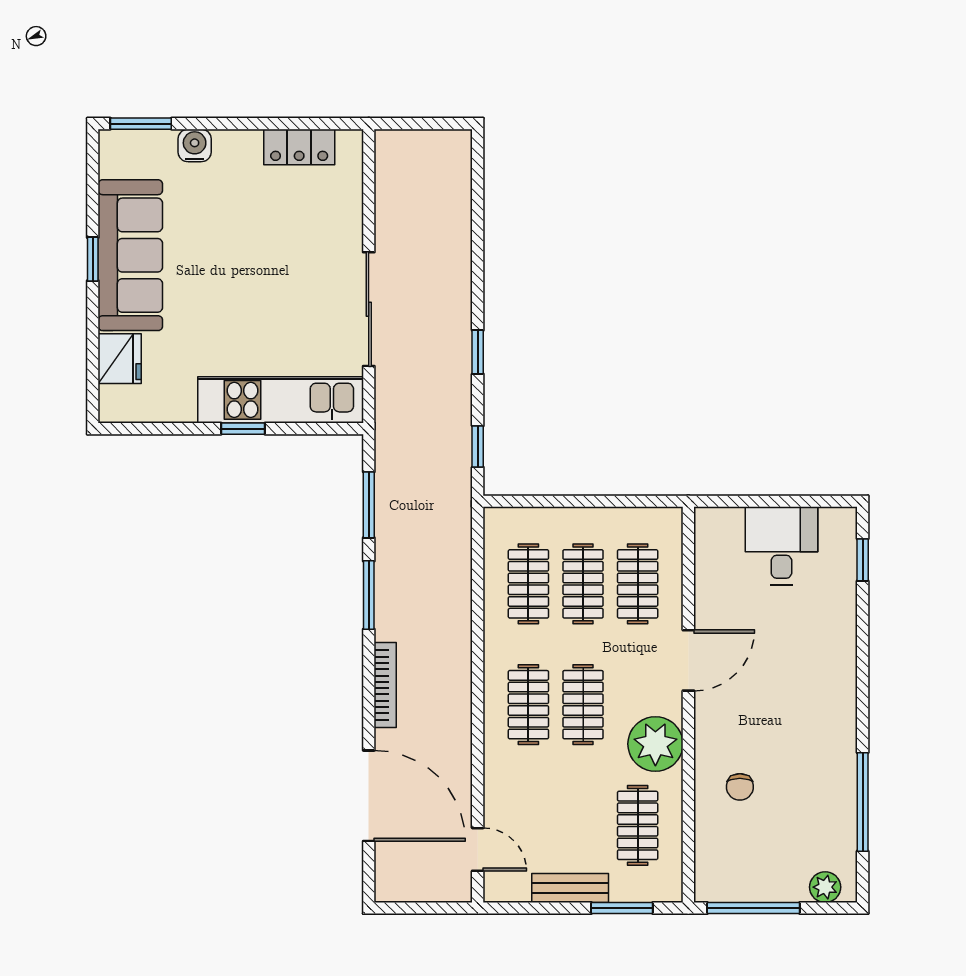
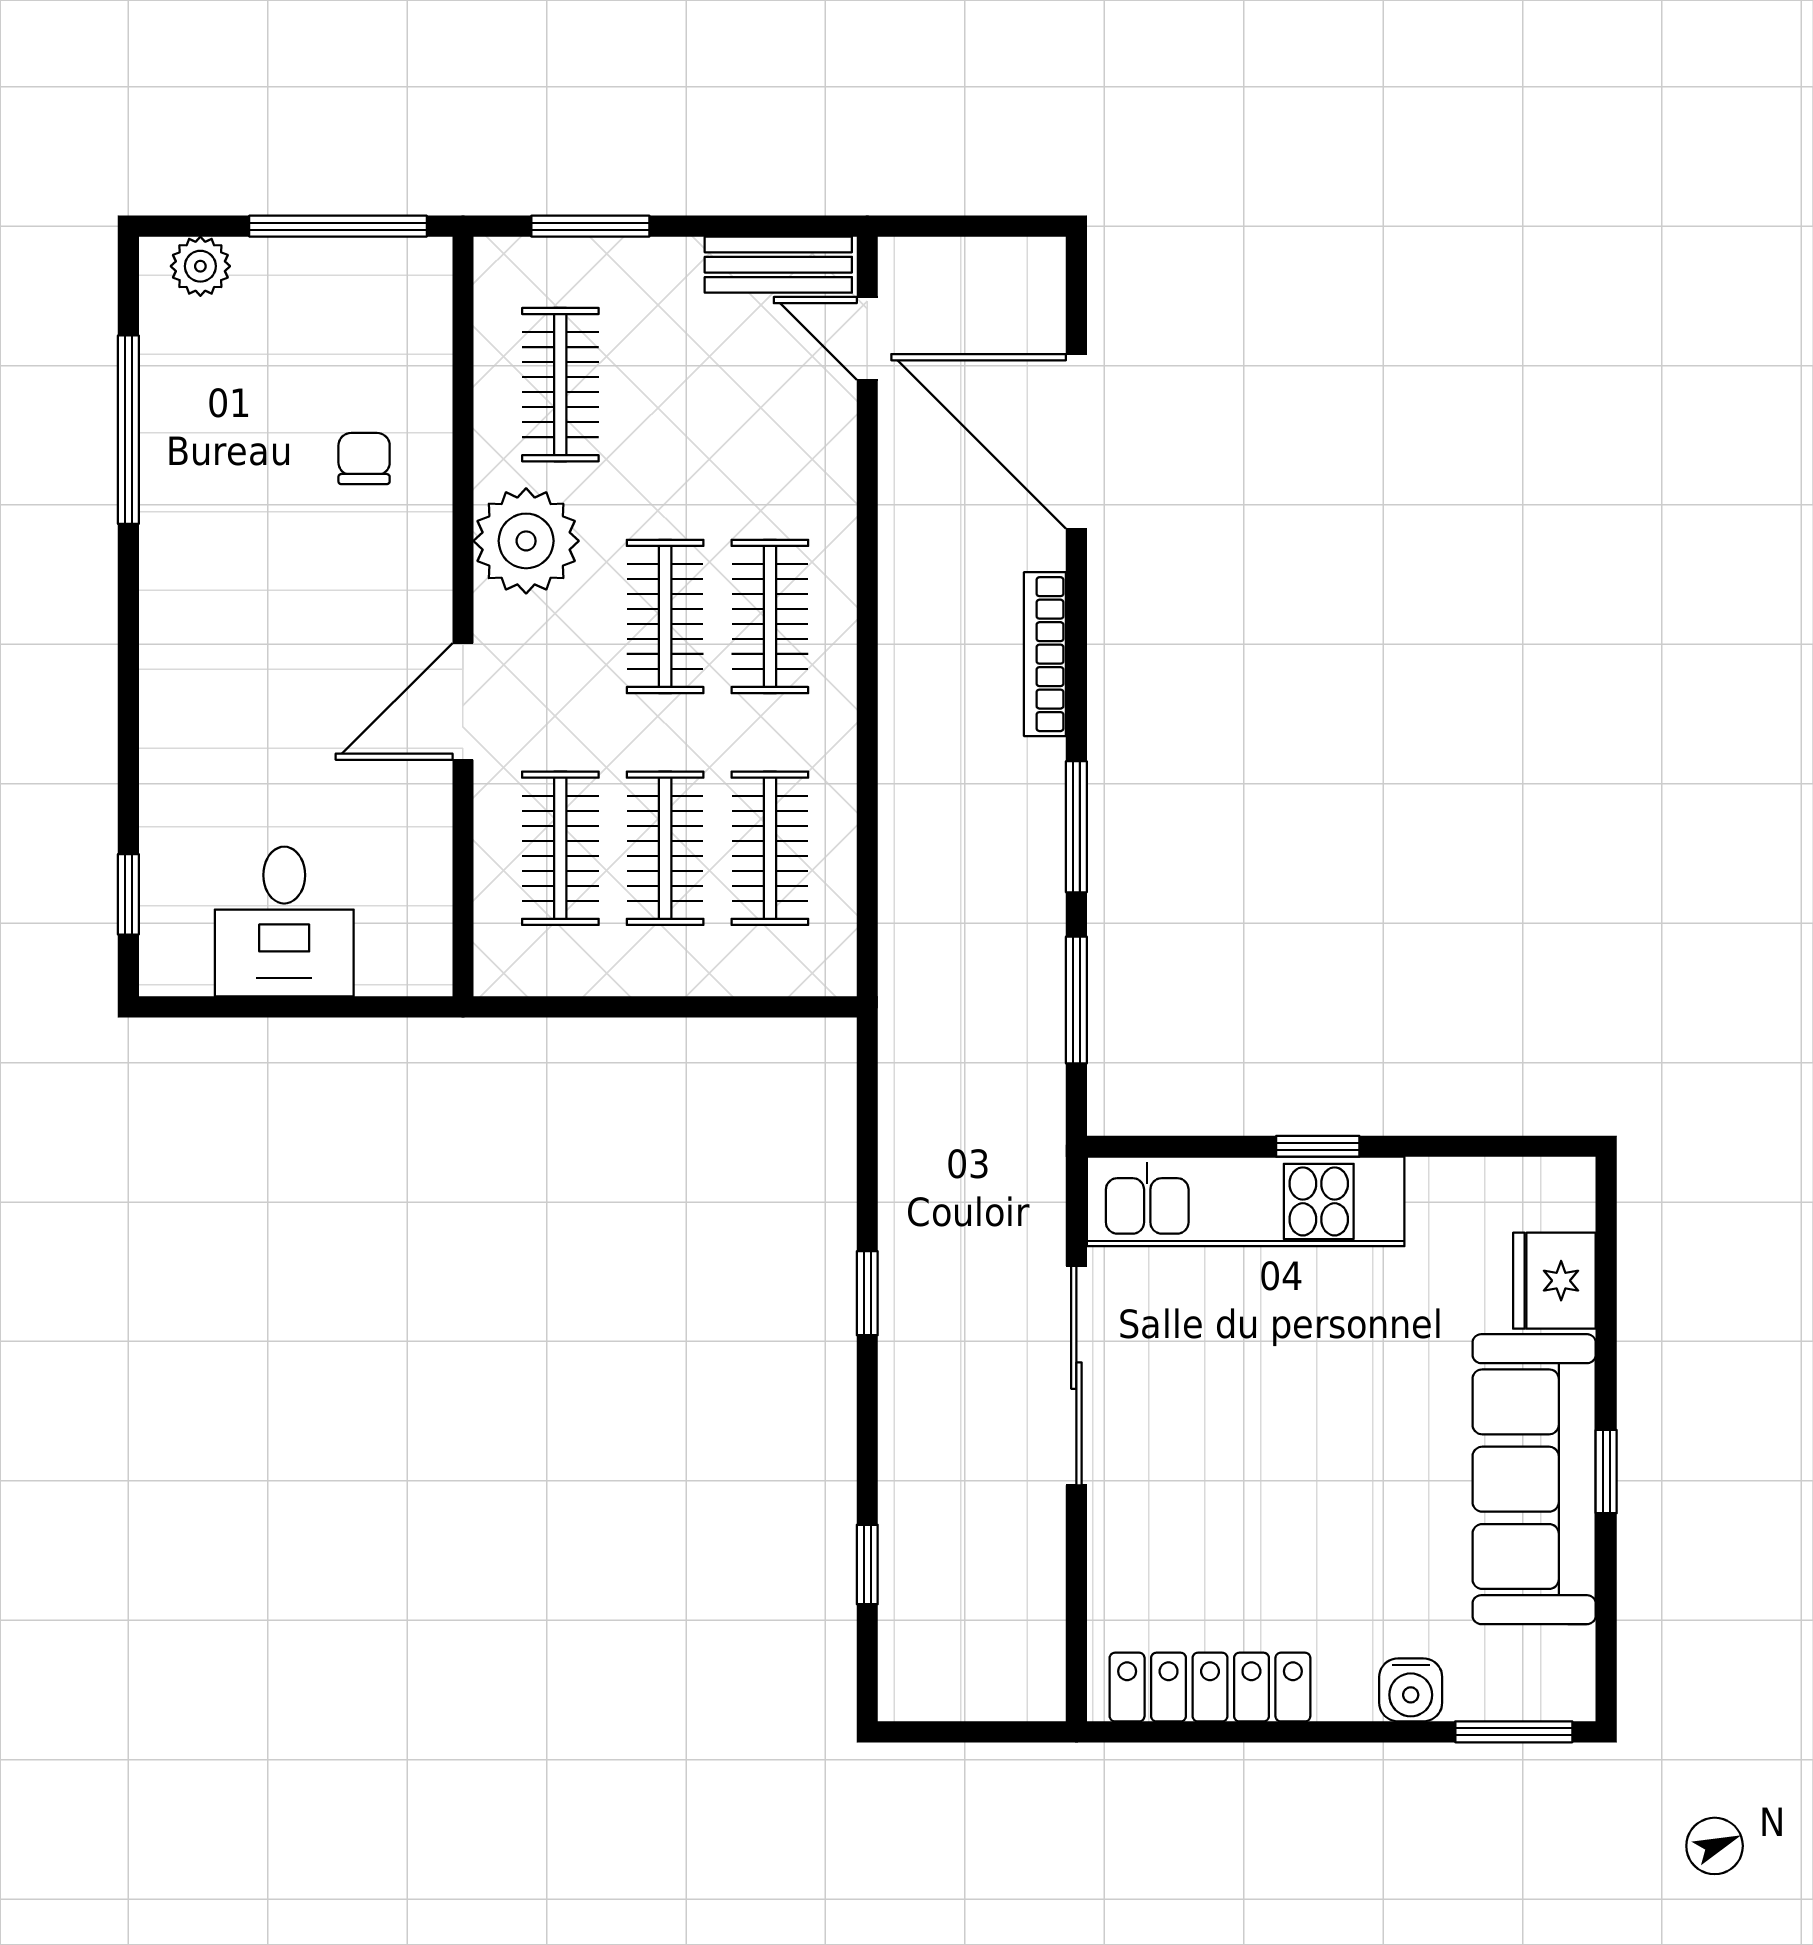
locker: (299, 147) -> (1210, 1687), width x1.53
window: (478, 446) -> (867, 1564), moved
bench: (570, 888) -> (778, 265), moved

